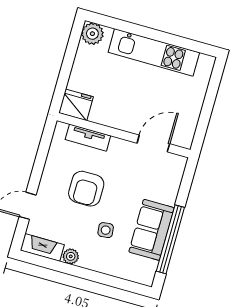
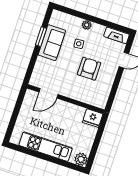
tv unit: (88, 138) -> (87, 98), removed
window: (170, 239) -> (41, 37), width x0.47
plant: (71, 256) -> (87, 25), moved

